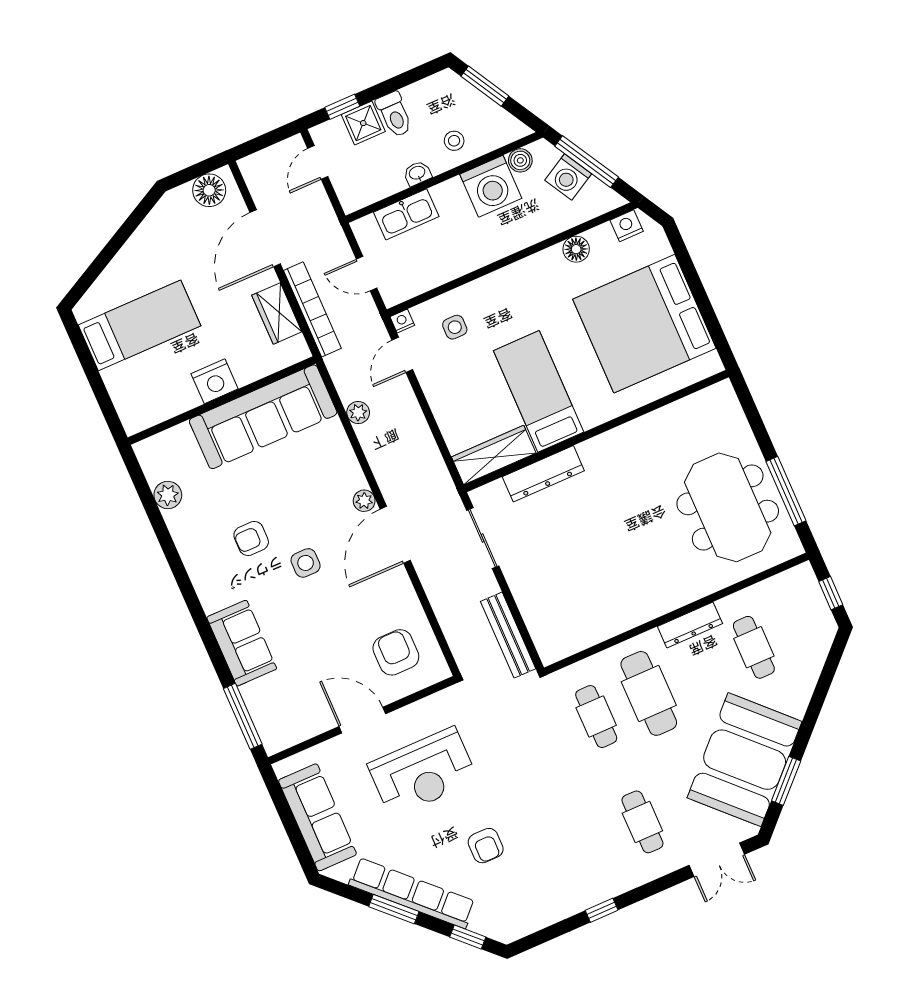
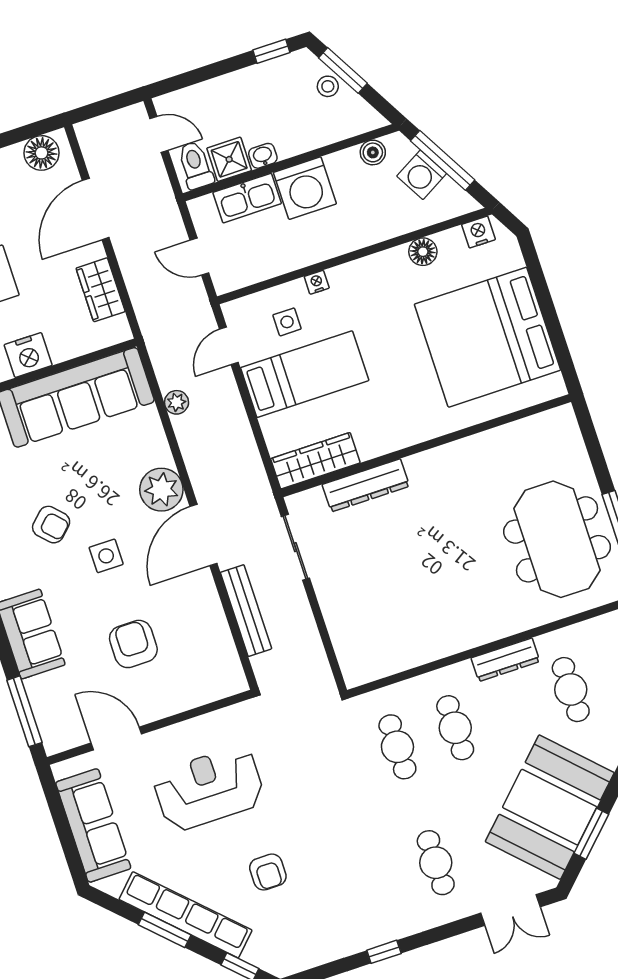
window: (342, 107) -> (271, 51), moved
toilet: (394, 114) -> (195, 165), moved, turned 180
shower: (363, 123) -> (229, 159), moved
stool: (454, 141) -> (328, 86), moved
door: (318, 162) -> (159, 134), swing flipped
washing machine: (491, 186) -> (305, 188), moved
bookcase: (312, 309) -> (139, 289), removed
nightstand: (402, 321) -> (317, 282), moved
bed: (539, 391) -> (305, 374), moved, turned 90
plant: (364, 501) -> (161, 490), width x1.87, depth x1.87
armchair: (251, 538) -> (51, 525), turned -134
bench: (508, 635) -> (246, 611), moved
armchair: (396, 652) -> (133, 644), moved
cafe table: (649, 693) -> (455, 728), width x0.73, depth x0.74
door: (362, 720) -> (116, 738), moved
reception desk: (423, 772) -> (209, 788), turned 180

